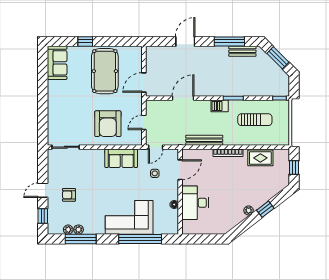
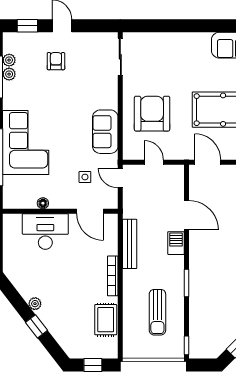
barbecue: (220, 106) -> (176, 243), moved
armchair: (108, 124) -> (152, 114), turned 90

